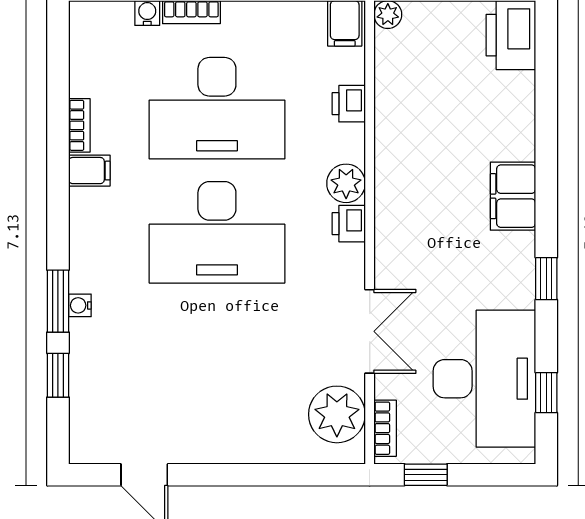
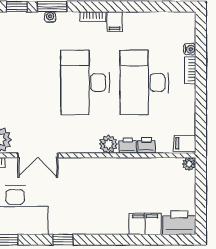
bookcase: (79, 125) -> (93, 17), moved
filing cabinet: (513, 196) -> (145, 224), moved
printer: (349, 224) -> (128, 145), moved

